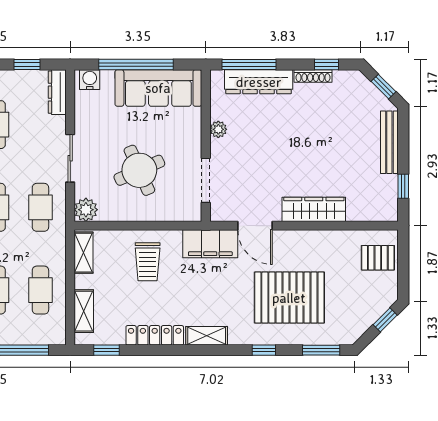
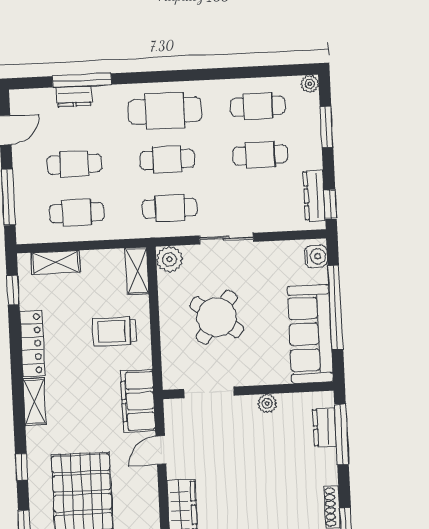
window: (27, 65) -> (330, 204), moved
dresser: (259, 82) -> (325, 427), width x0.51, depth x0.80
dresser: (57, 92) -> (314, 196), moved, turned -90
round table: (139, 170) -> (217, 317), turned -30
door: (255, 226) -> (161, 450), width x0.73
shelving: (83, 253) -> (137, 271), moved, turned 90

